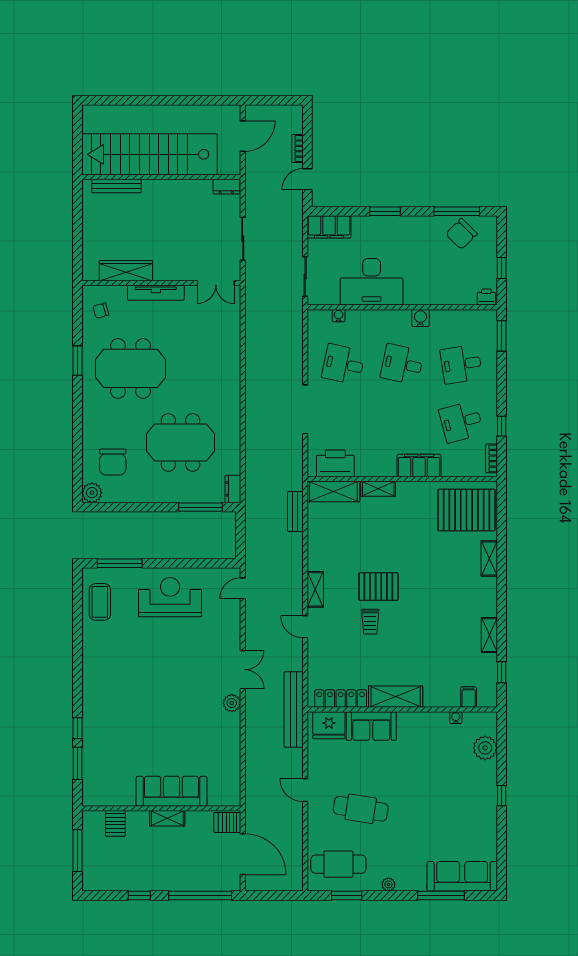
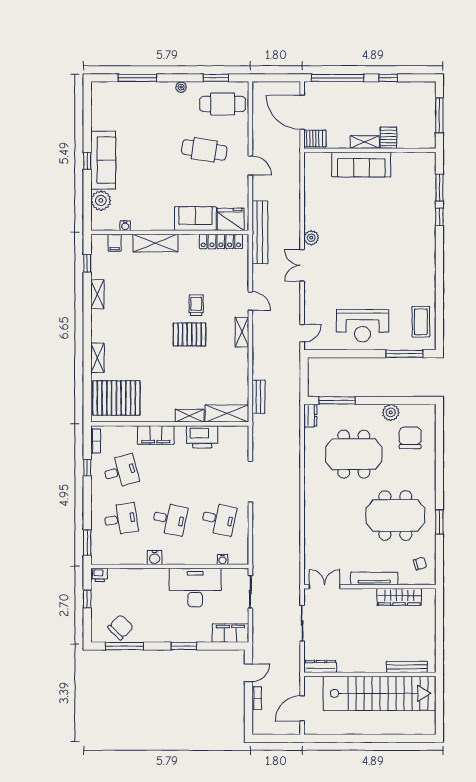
dresser: (226, 187) -> (321, 666), width x1.44
printer: (335, 463) -> (202, 437), moved
plant: (92, 493) -> (391, 412), moved
shelving: (396, 697) -> (155, 243), moved
server rack: (115, 823) -> (388, 138), moved
sofa: (462, 876) -> (103, 160), moved, turned -90

